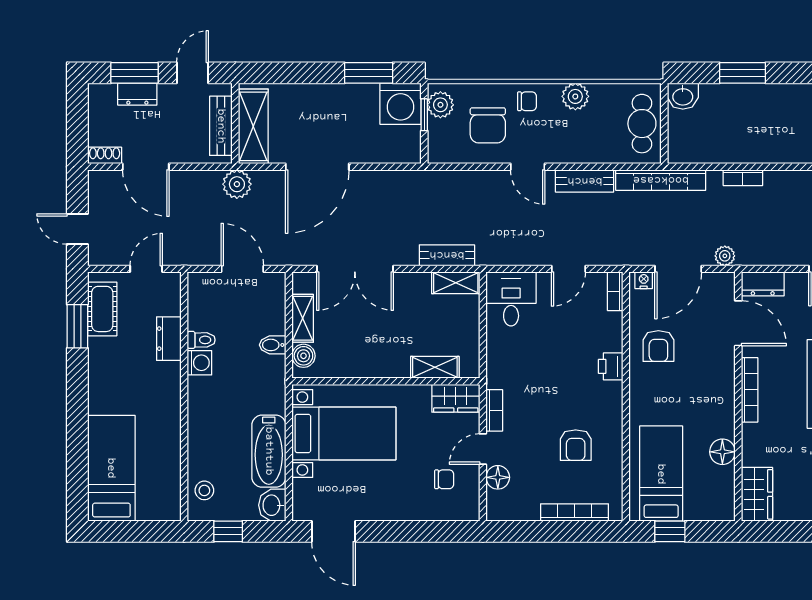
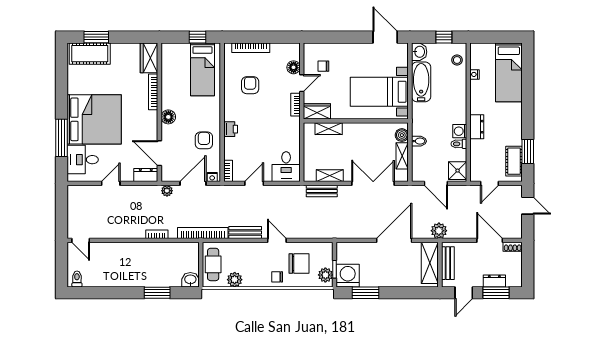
plant: (575, 96) -> (235, 280), moved
chair: (488, 125) -> (299, 263), turned 90
shelving: (456, 283) -> (330, 176), moved
shower: (203, 292) -> (458, 171), added
dresser: (169, 339) -> (477, 127), moved
bookcase: (750, 390) -> (153, 92), moved
floor lamp: (722, 452) -> (168, 117), moved
nightstand: (173, 464) -> (475, 74), added

